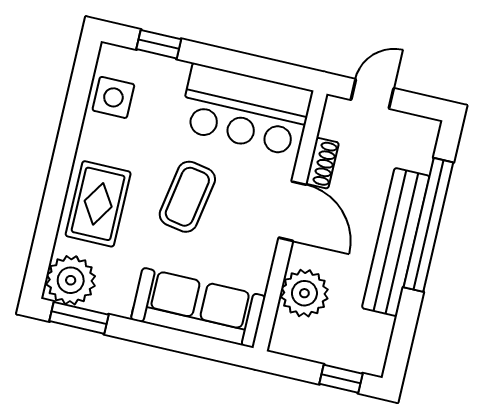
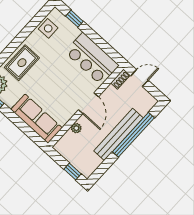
shoe rack: (322, 163) -> (120, 79), moved
coffee table: (187, 197) -> (55, 78), removed
plant: (304, 293) -> (76, 128), width x0.53, depth x0.53

